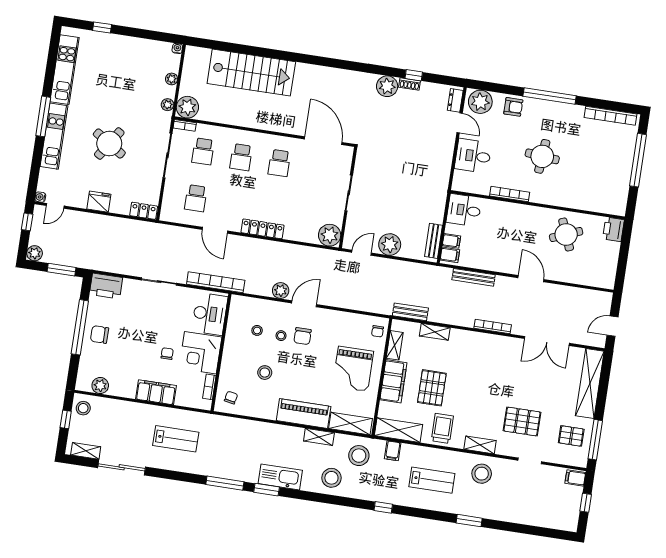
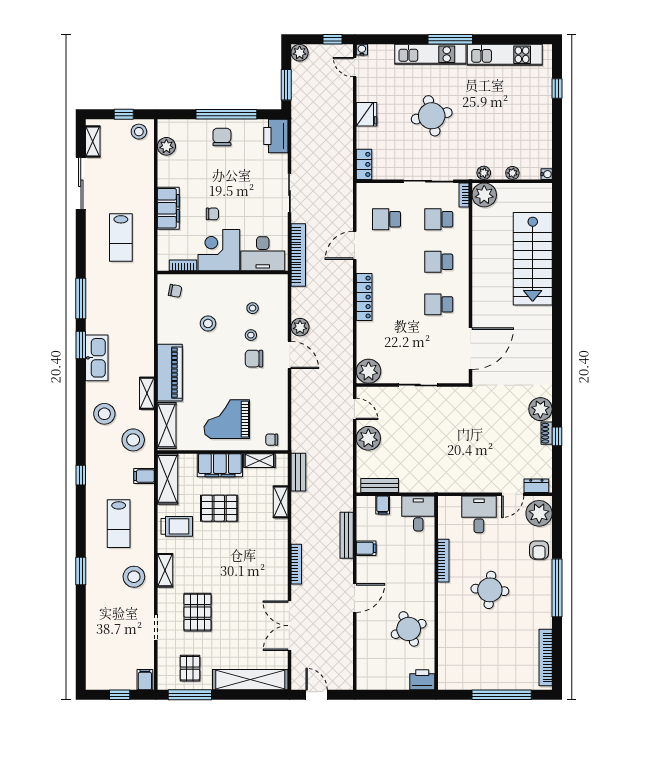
round table: (109, 144) -> (432, 116), turned 45
filing cabinet: (450, 255) -> (366, 548), moved, turned -90

